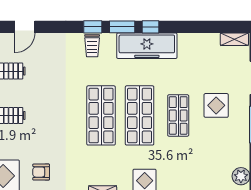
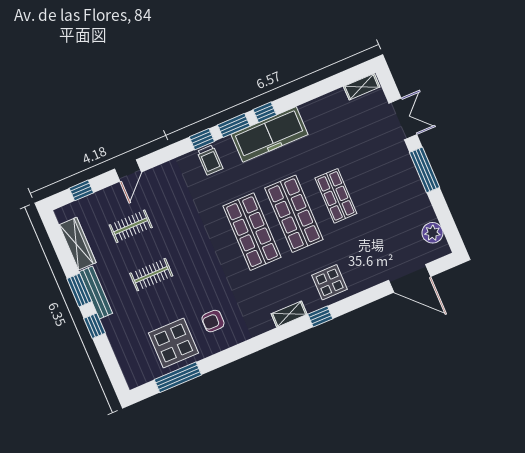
display table: (216, 105) -> (373, 167), removed

